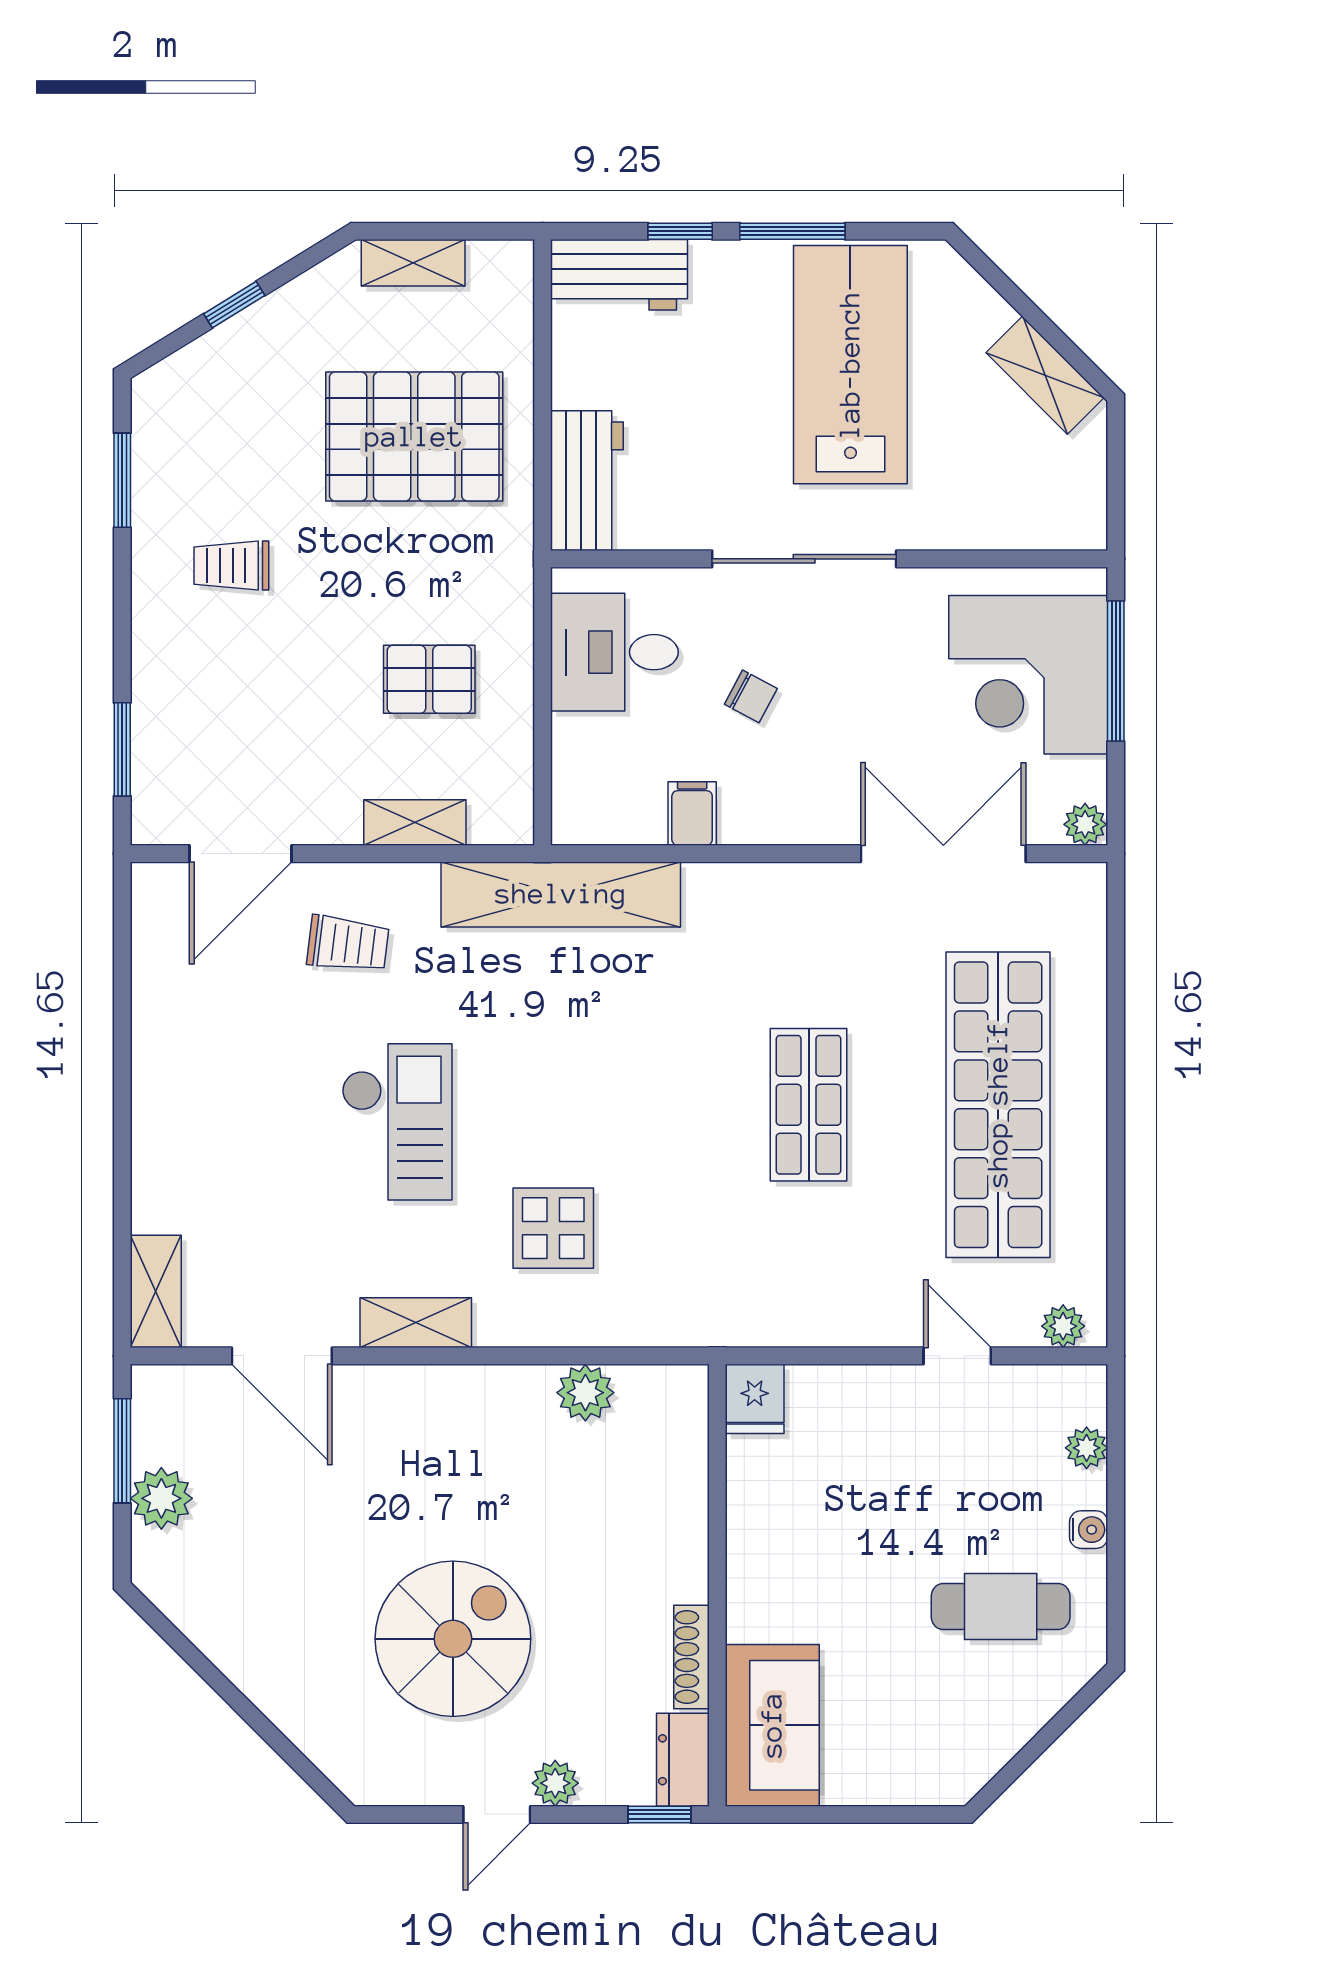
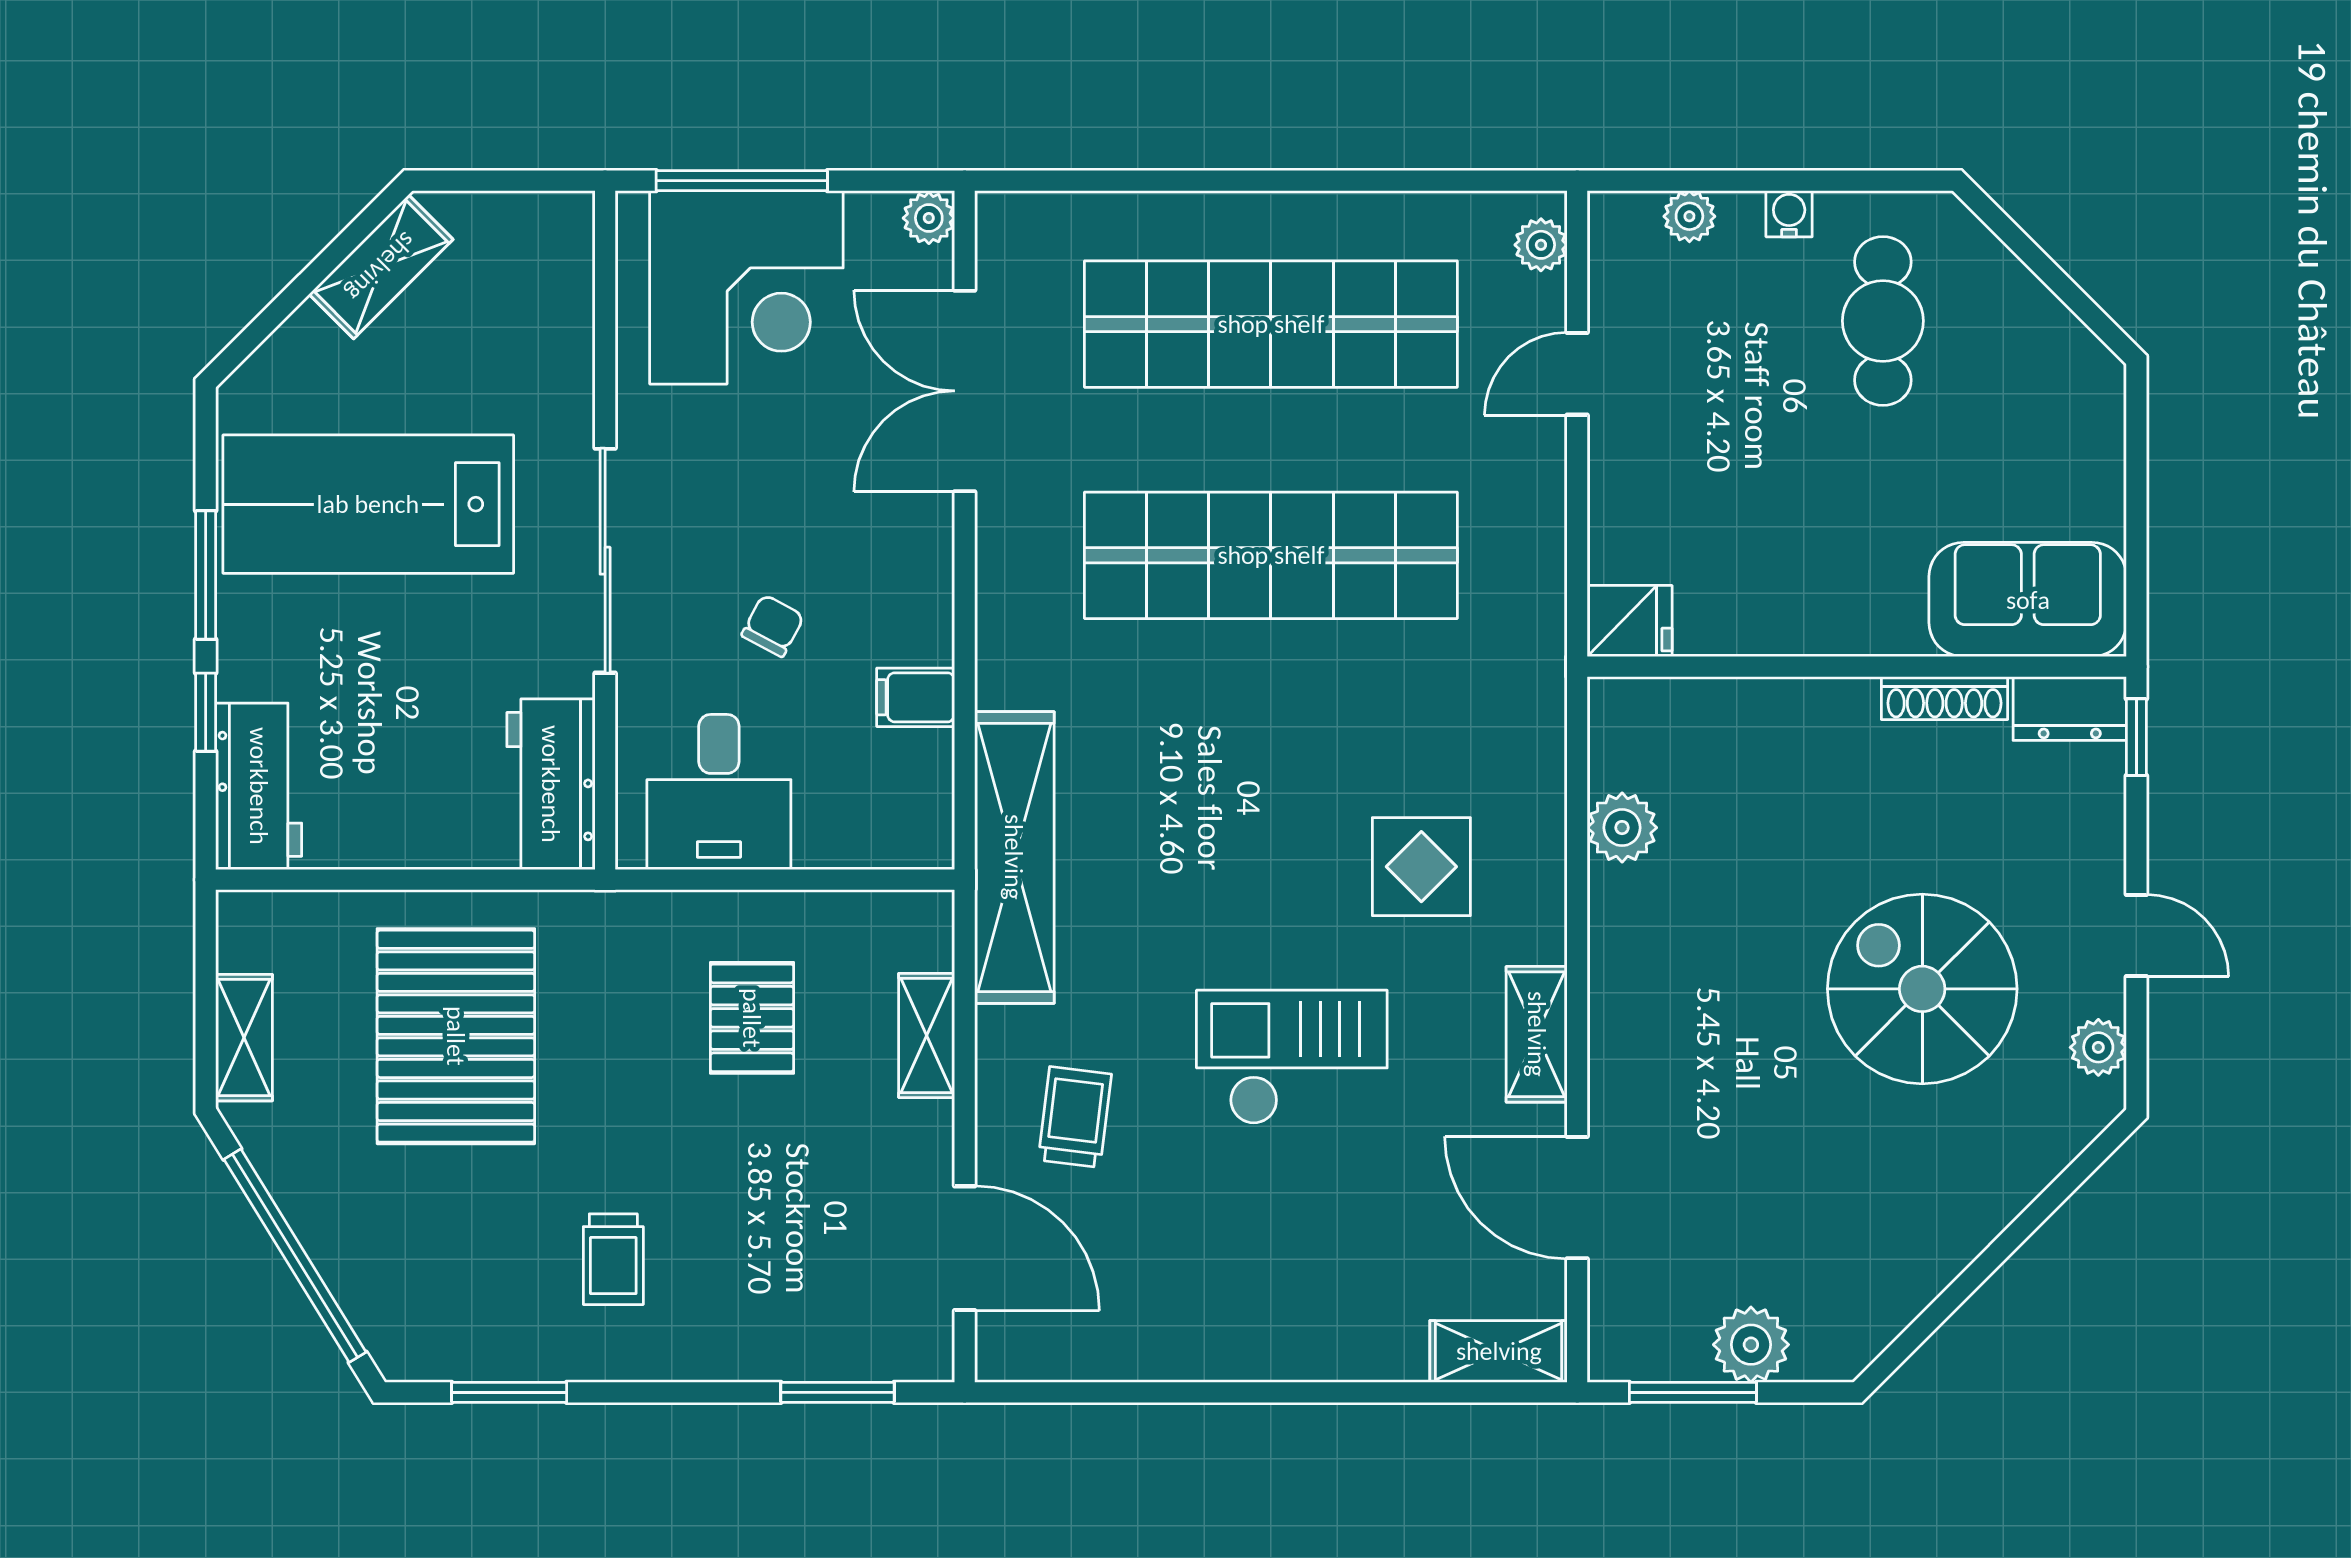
window: (234, 305) -> (295, 1256), width x3.17
workbench: (587, 481) -> (551, 784), moved, turned -90
shop shelf: (809, 1105) -> (1271, 555), width x2.00, depth x1.36
door: (282, 1356) -> (1577, 1198), swing flipped
plant: (555, 1783) -> (2098, 1047), moved

